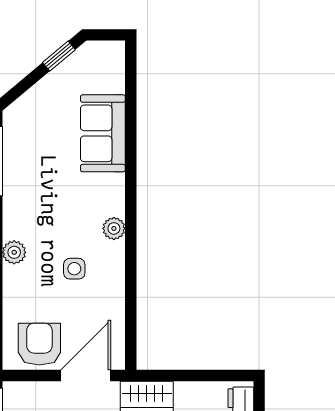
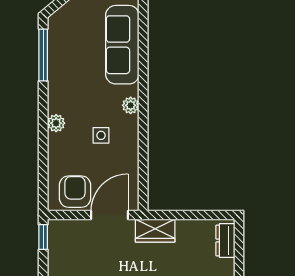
sofa: (103, 133) -> (122, 45), width x1.36

